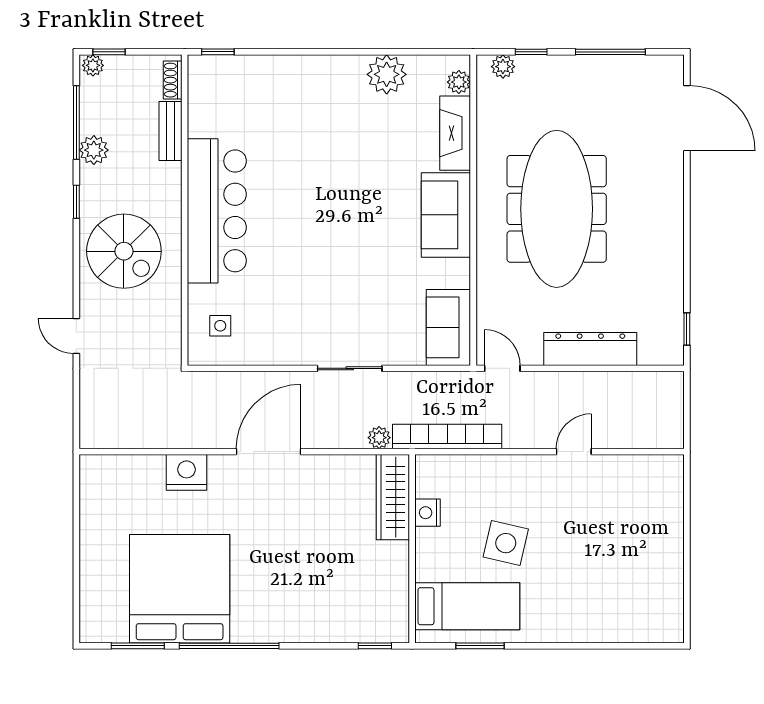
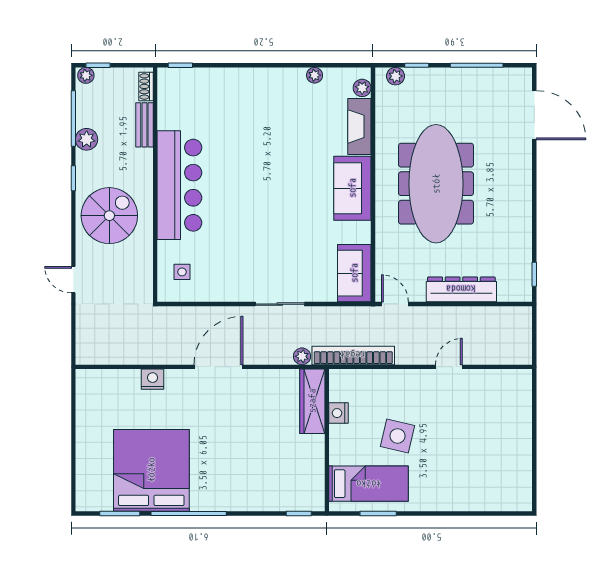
plant: (387, 74) -> (315, 75), width x0.53, depth x0.53
spiral stairs: (124, 251) -> (109, 216), turned -90
nightstand: (187, 472) -> (153, 379), width x0.74, depth x0.75

